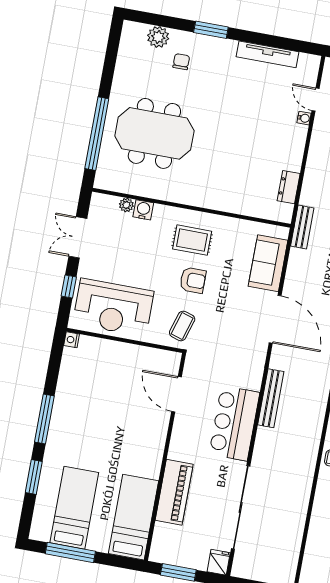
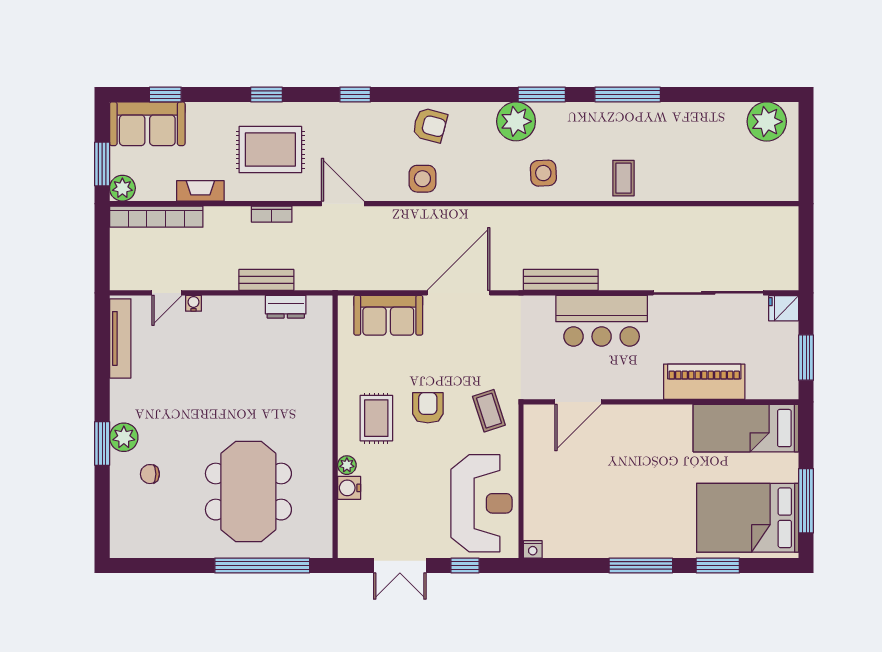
plant: (158, 37) -> (124, 437), moved
tv unit: (268, 54) -> (120, 338), moved
plant: (126, 205) -> (347, 465), moved
bench: (302, 227) -> (266, 280), moved
coffee table: (182, 326) -> (489, 411), turned 55
bed: (74, 508) -> (748, 518), width x1.50

